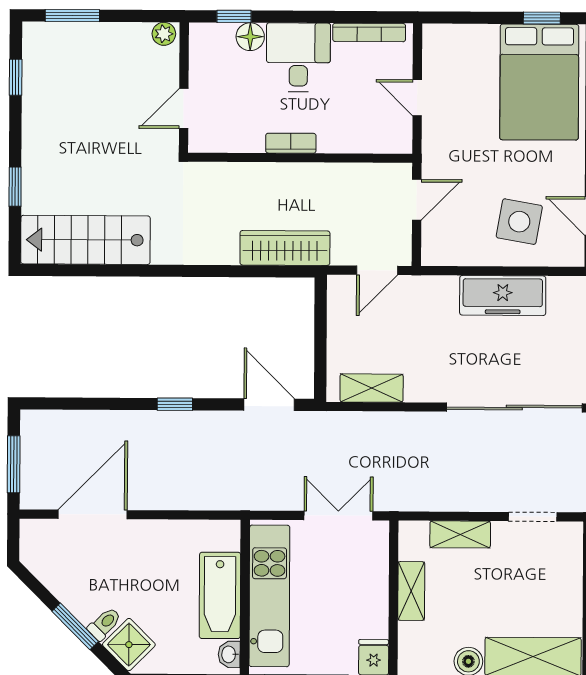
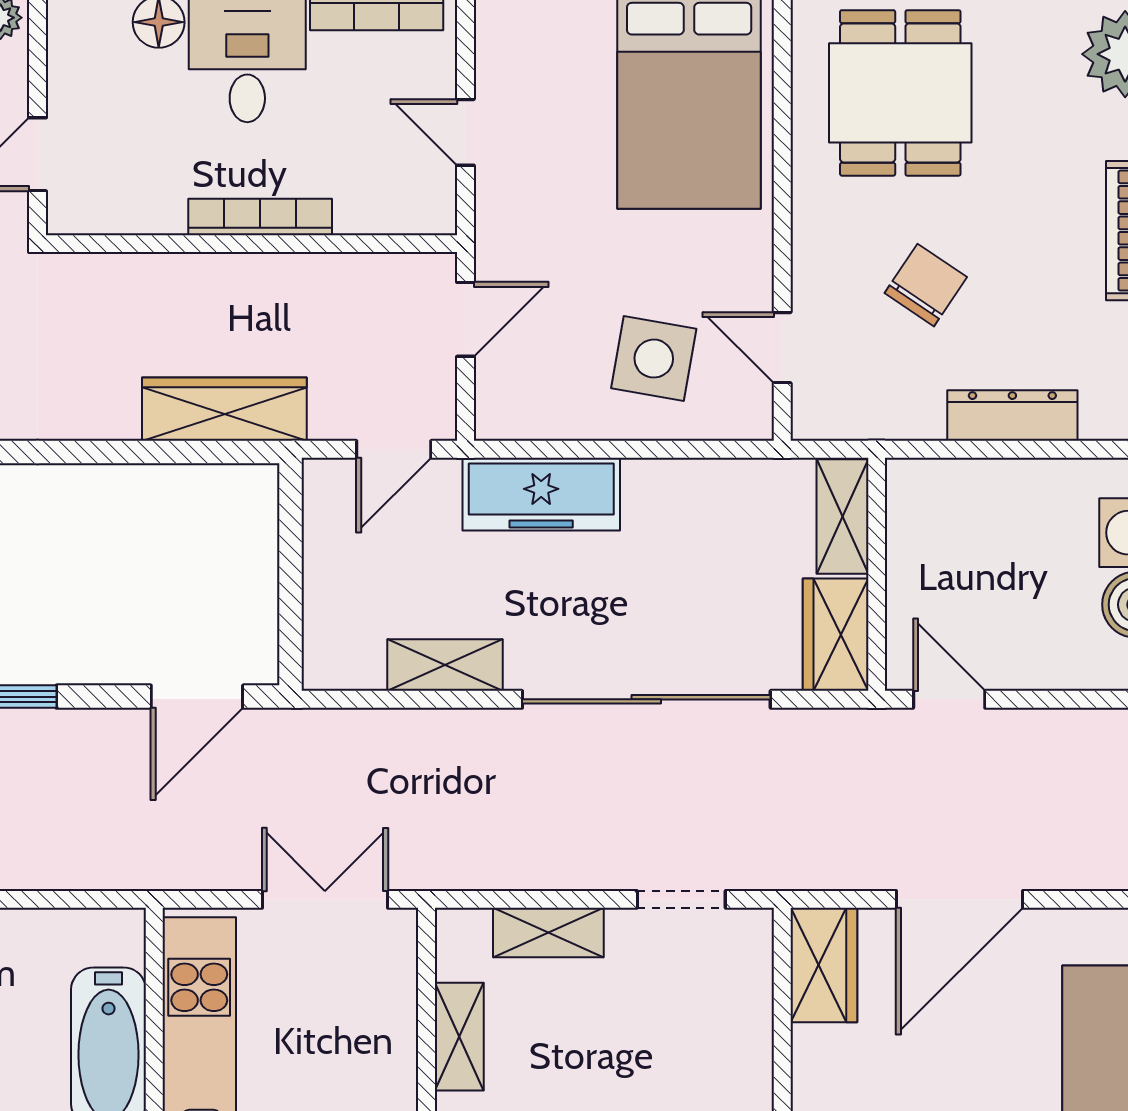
bookcase: (291, 143) -> (260, 217), width x1.56
freezer: (503, 295) -> (541, 494), moved
shelving: (372, 388) -> (445, 665), moved
door: (269, 405) -> (197, 697), swing flipped

